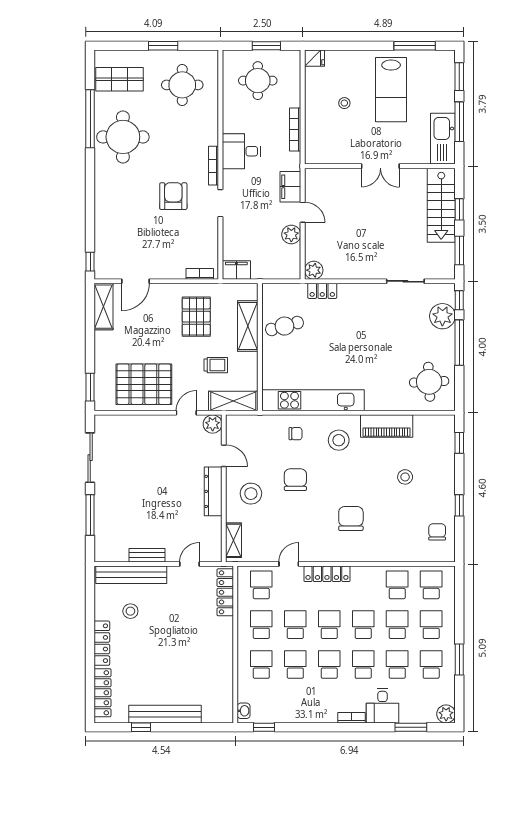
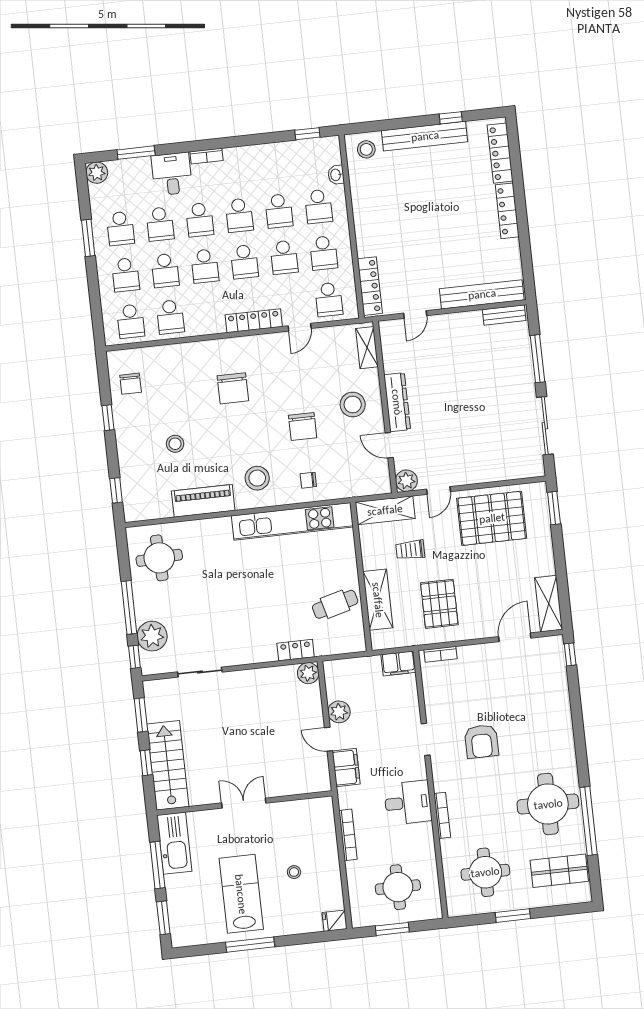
window: (415, 46) -> (250, 945), moved
bookcase: (214, 166) -> (442, 815), moved
bench: (147, 555) -> (504, 315), moved
stool: (130, 611) -> (366, 149), moved
washbasin: (244, 711) -> (336, 175), moved

